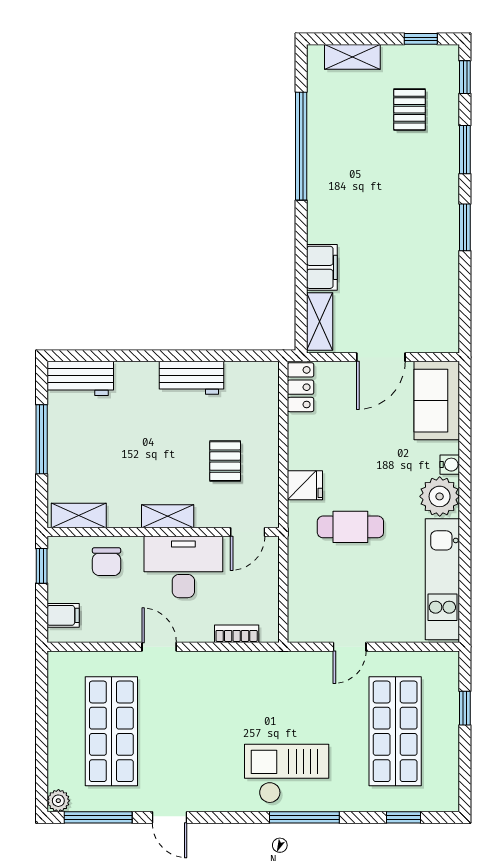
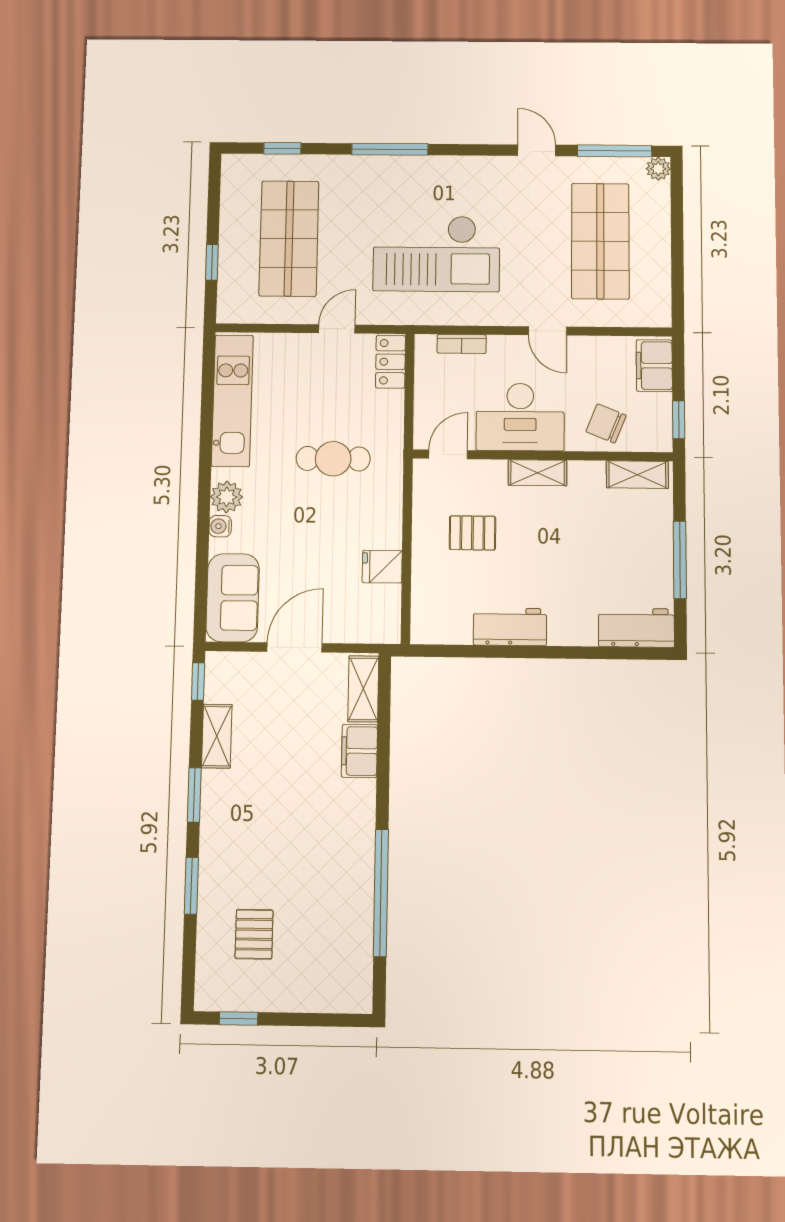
shelving: (352, 57) -> (217, 736), moved, turned 90
window: (465, 77) -> (198, 682), moved
locker: (301, 387) -> (390, 362), moved
pallet: (225, 461) -> (472, 533), turned 90
fridge: (305, 485) -> (382, 567), moved
plant: (440, 496) -> (227, 497), width x0.73, depth x0.73
chair: (107, 562) -> (606, 424), turned -68
filing cabinet: (63, 615) -> (654, 366), width x2.00
checkout: (287, 774) -> (436, 253), moved, width x1.36, depth x1.21

